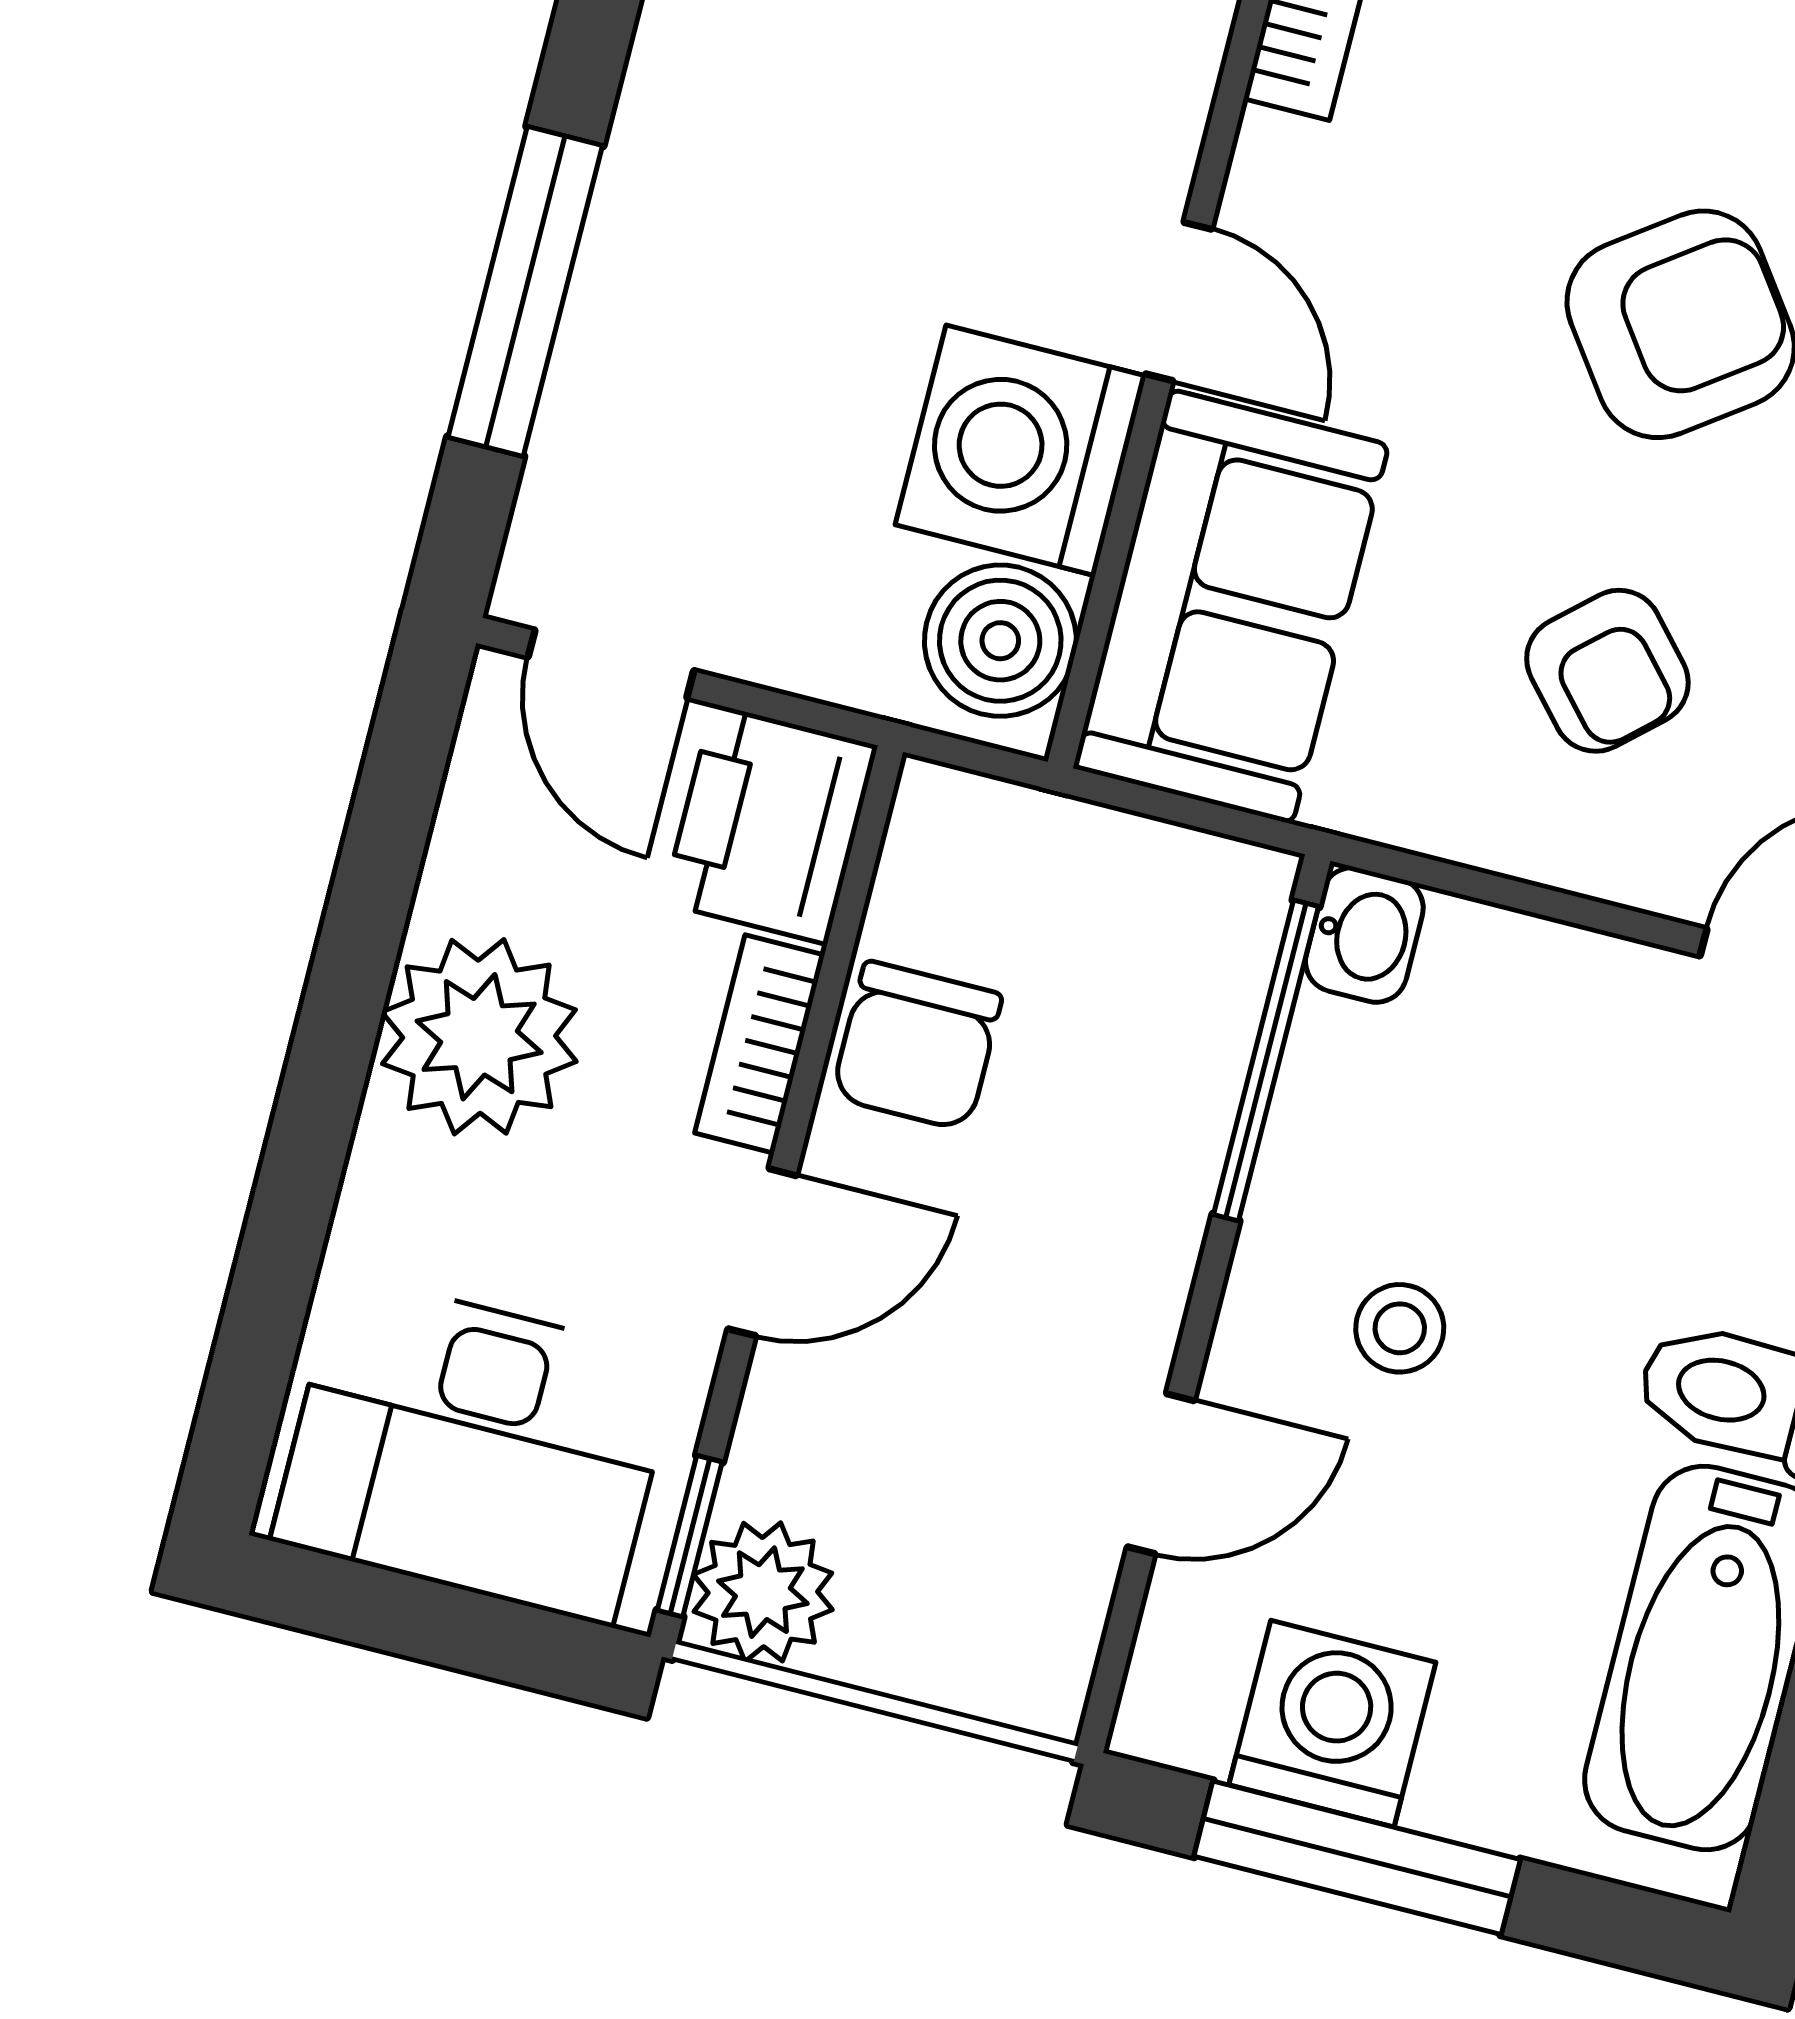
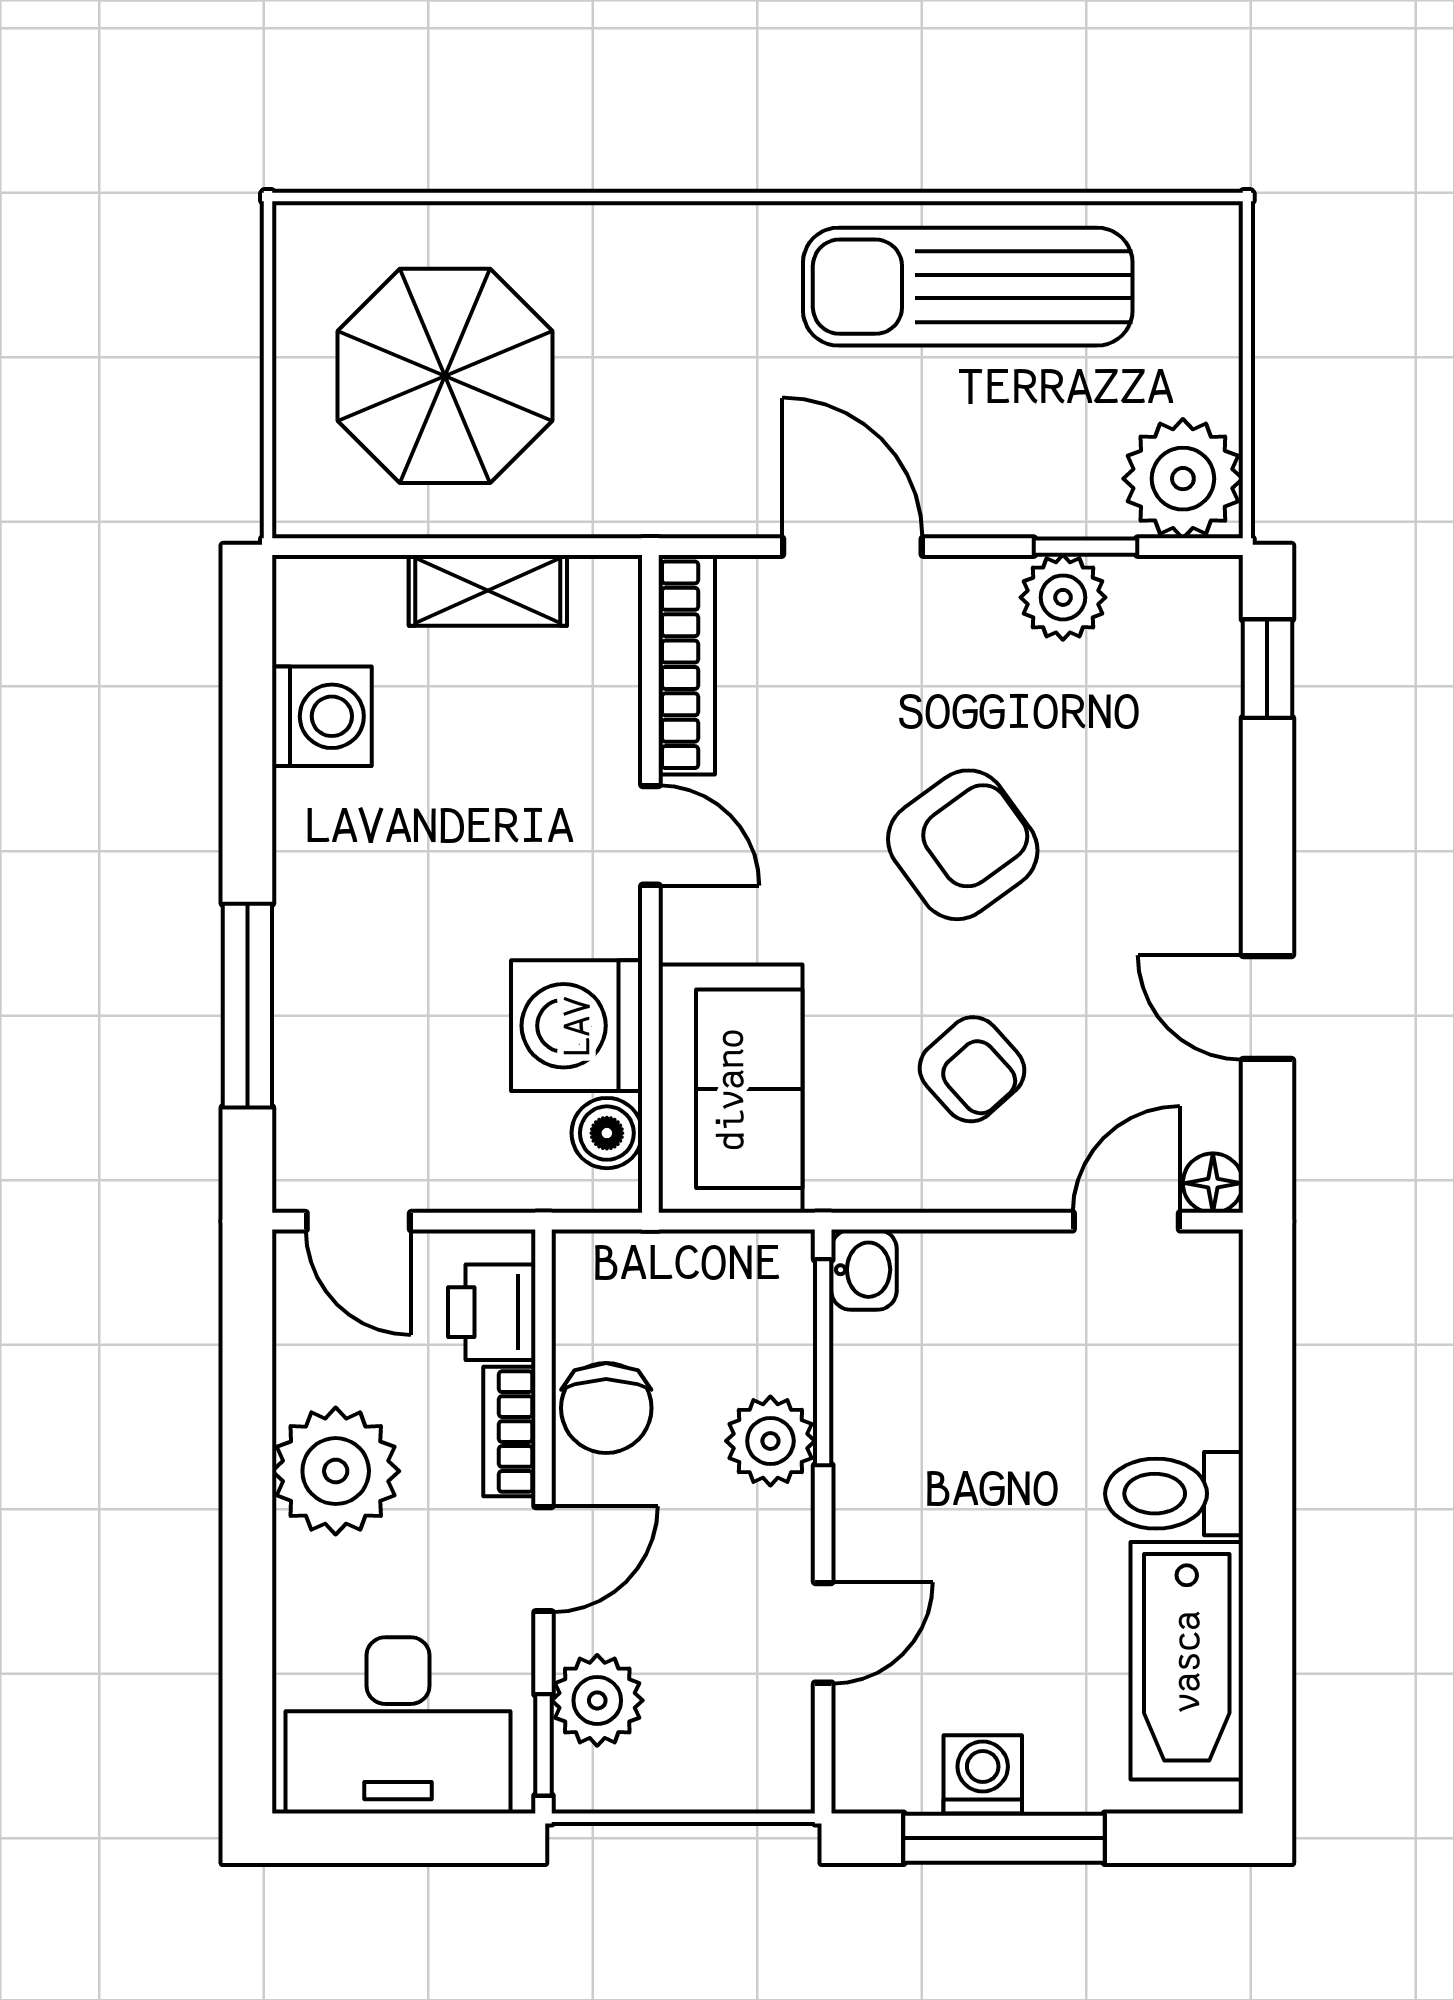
door: (1178, 301) -> (650, 835), moved
boiler: (1000, 641) -> (607, 1133), width x0.73, depth x0.73
printer: (770, 824) -> (492, 1312), width x0.73, depth x0.81
plant: (1155, 1160) -> (770, 1441), added
stool: (1400, 1328) -> (947, 1506), removed
plant: (763, 1592) -> (597, 1700), moved
washing machine: (1332, 1724) -> (983, 1774), width x0.73, depth x0.73

